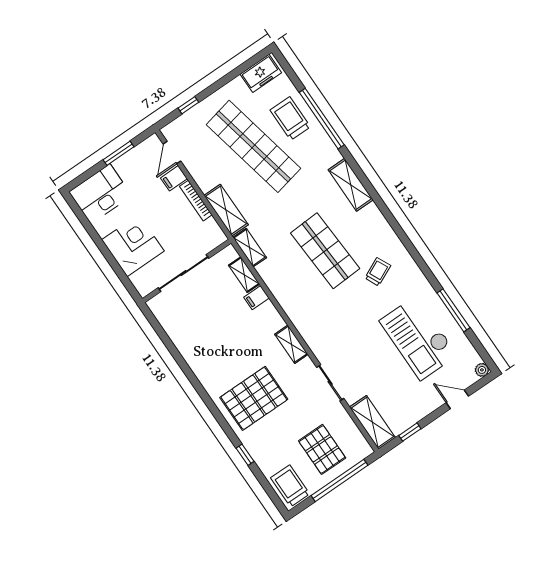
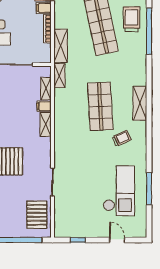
shelving: (351, 185) -> (140, 103), moved
checkout: (418, 338) -> (119, 191), turned 180
shelving: (291, 344) -> (46, 124), moved
plant: (482, 370) -> (142, 233), removed
shelving: (372, 422) -> (61, 220), removed
pallet: (322, 449) -> (37, 215), moved

